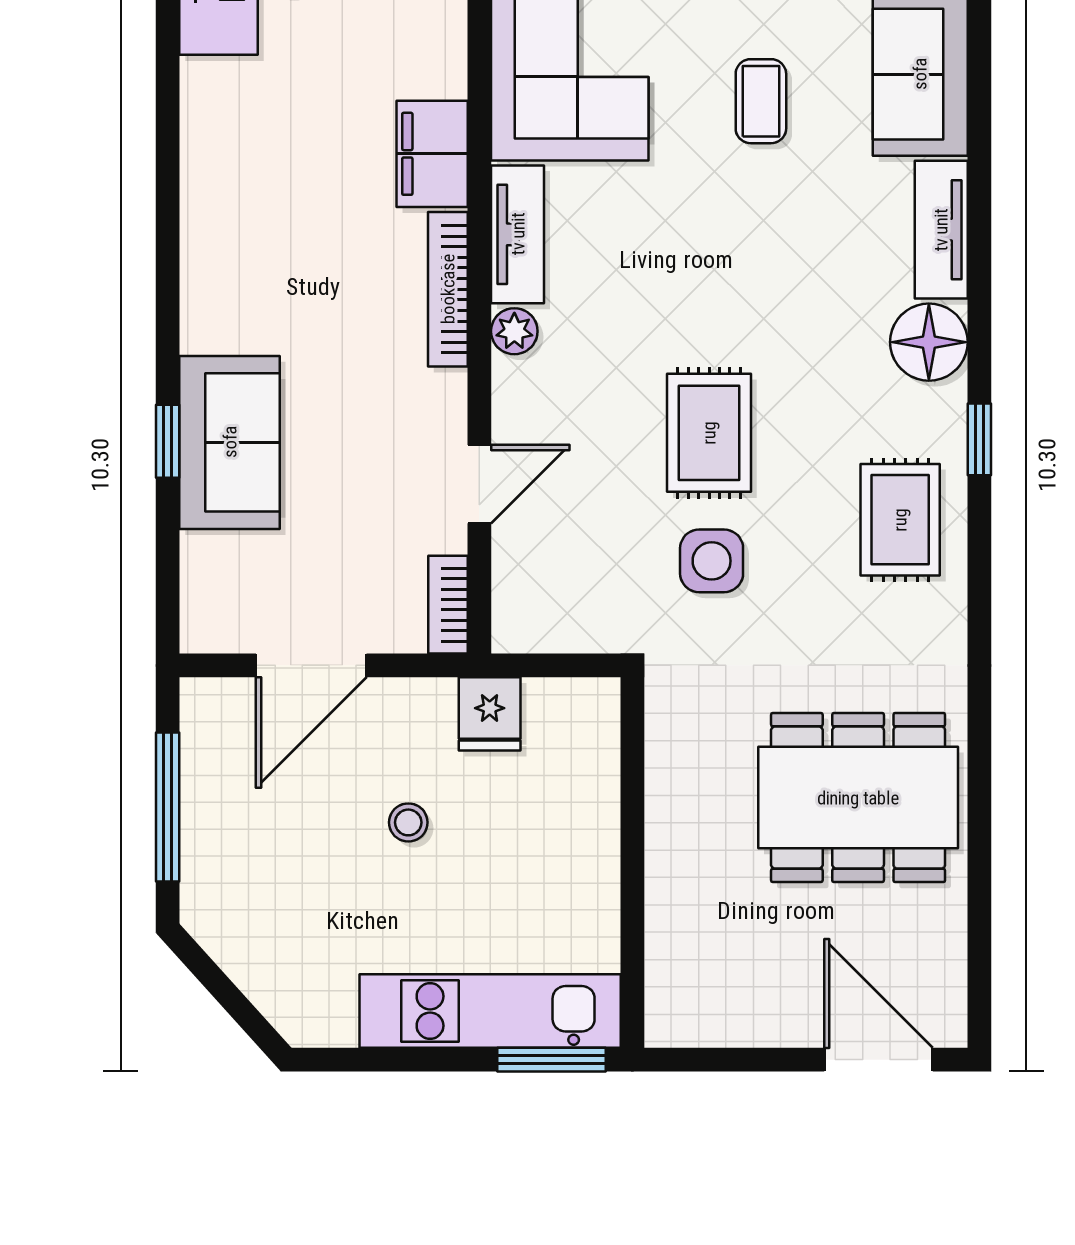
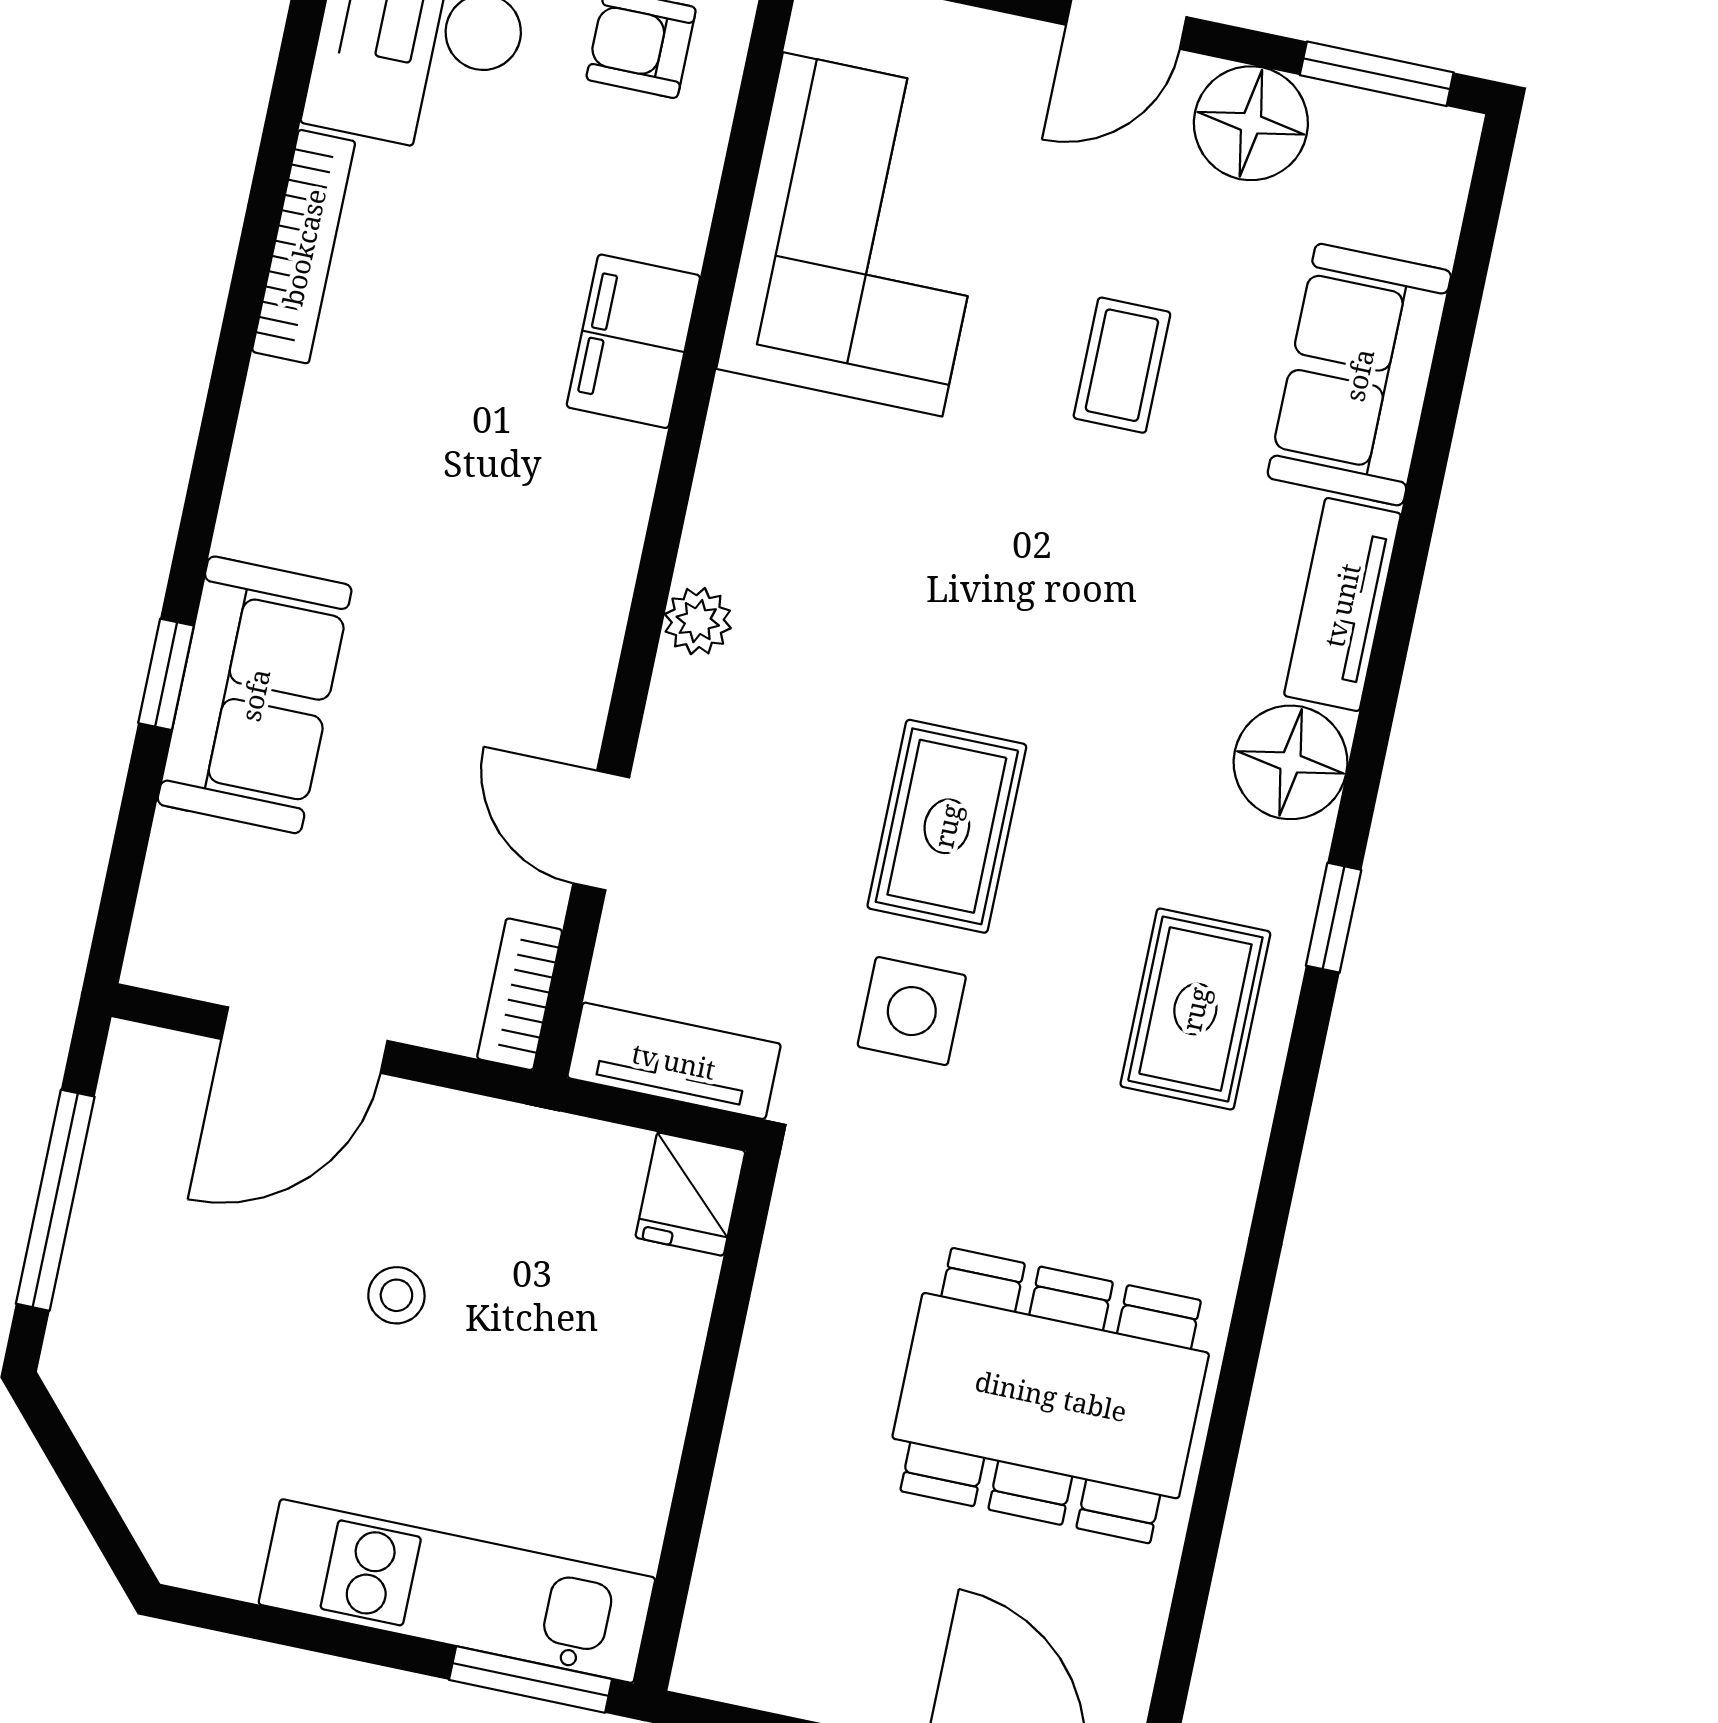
tv unit: (518, 234) -> (674, 1061), moved, turned -90
bookcase: (448, 289) -> (304, 247), moved, turned 180
door: (479, 484) -> (601, 830), swing flipped
fridge: (490, 714) -> (690, 1194), moved

